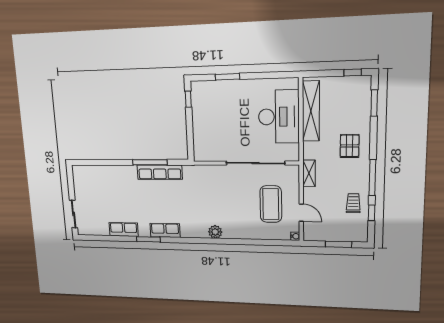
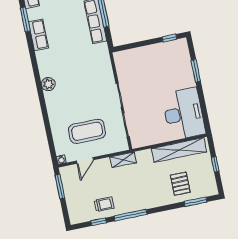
window: (353, 72) -> (215, 164), moved
desk: (279, 117) -> (184, 114), moved, turned -90
pallet: (350, 146) -> (180, 184), moved, turned 90
window: (338, 244) -> (60, 187), moved

